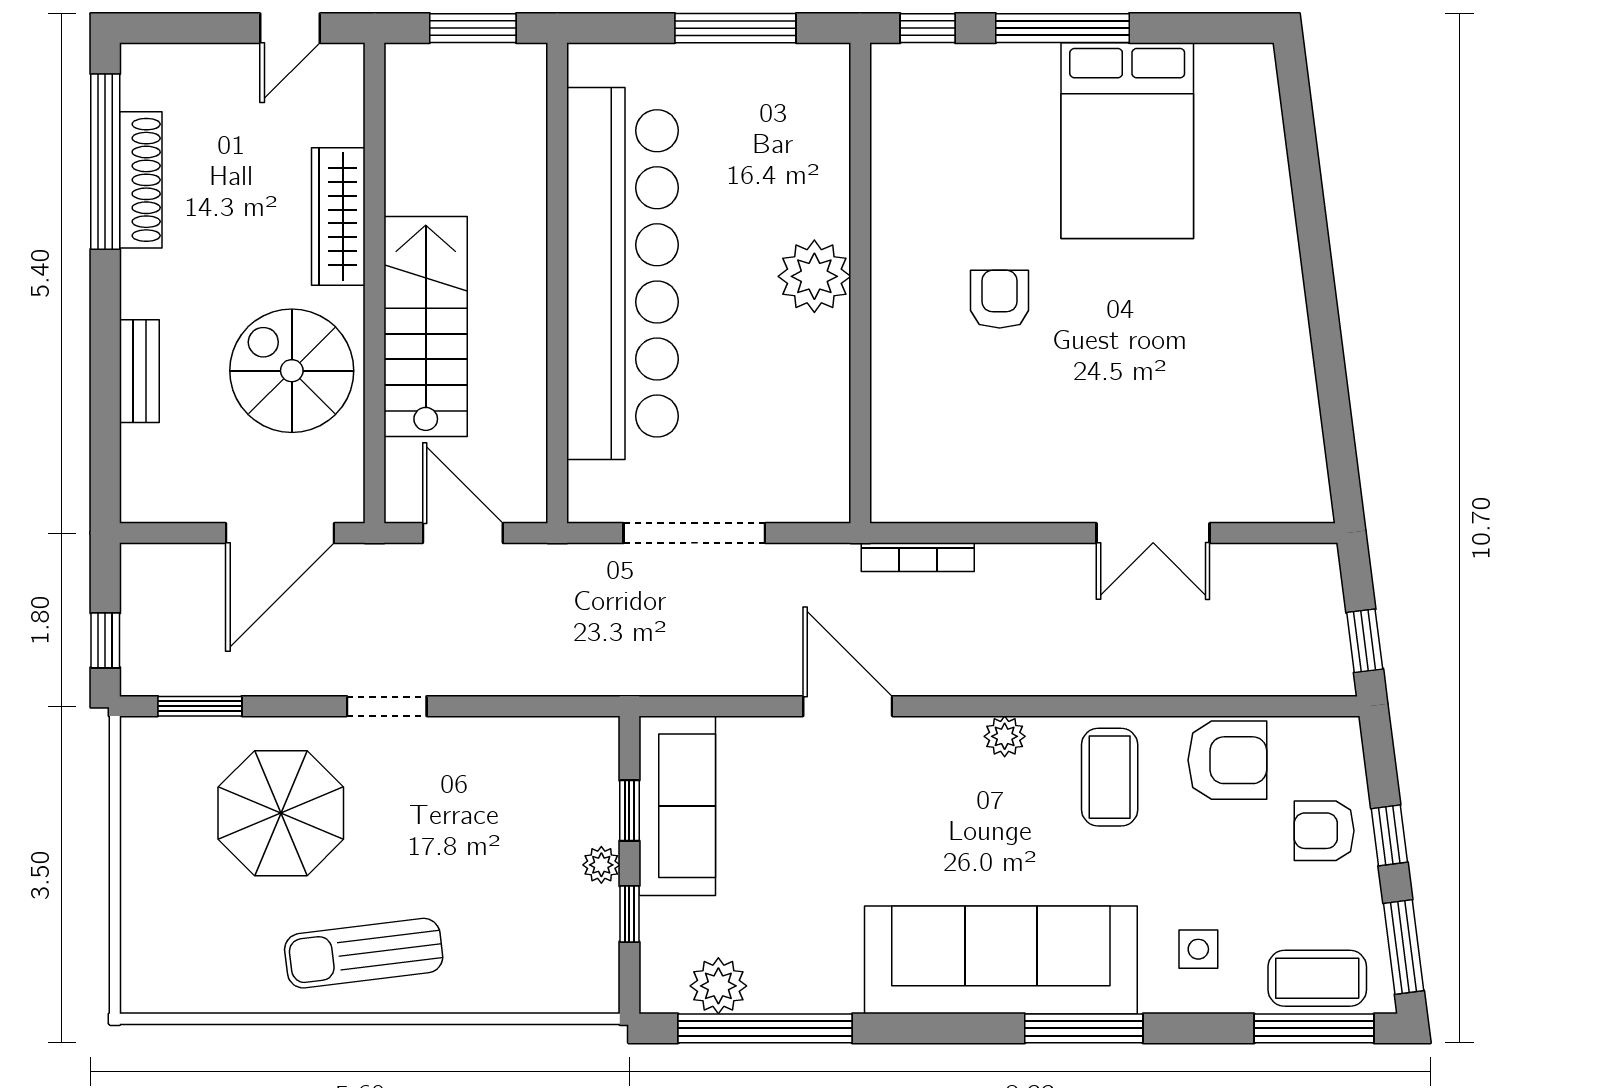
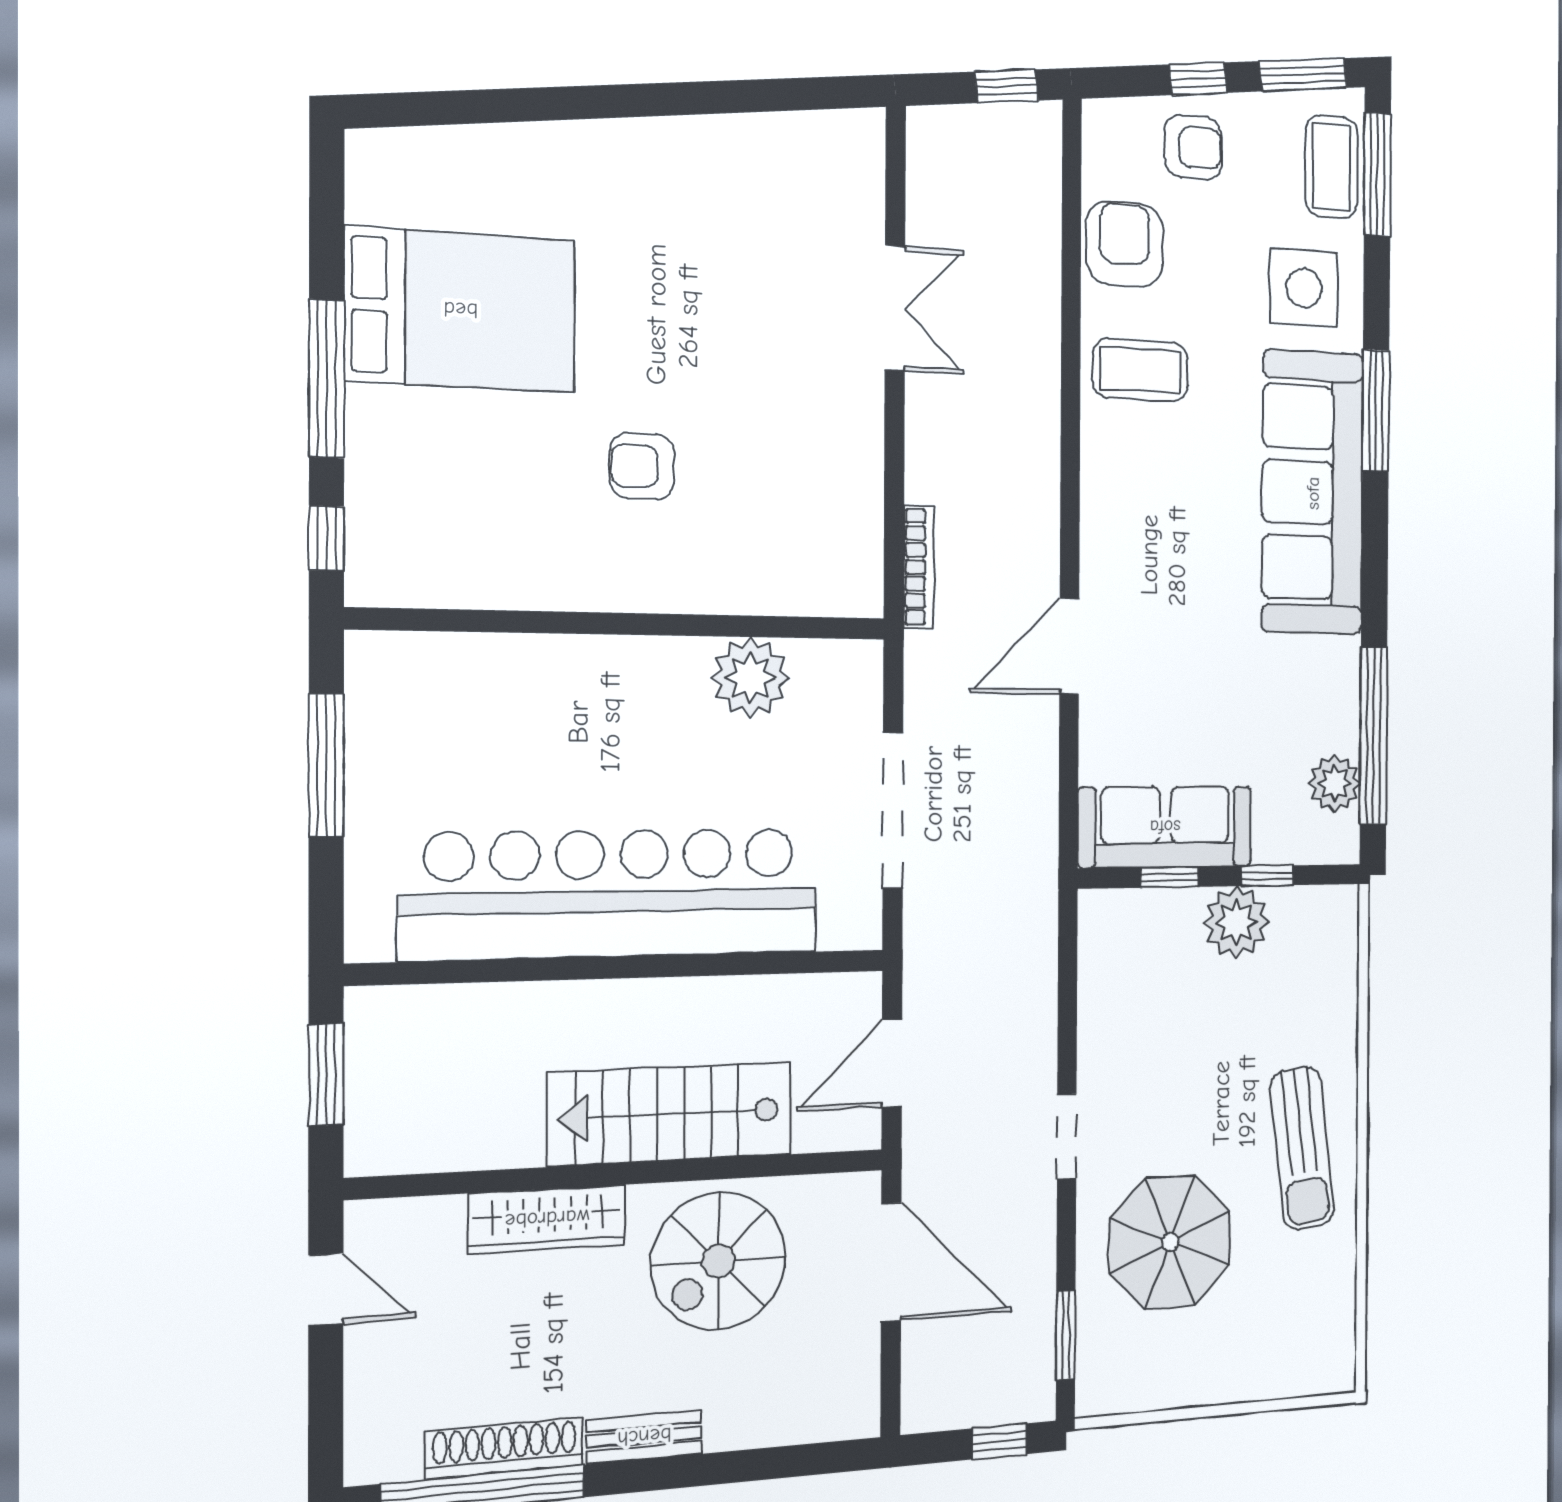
plant: (814, 276) -> (750, 678), moved
bench: (139, 371) -> (644, 1437), moved
plant: (1005, 736) -> (1100, 480), removed
armchair: (1324, 831) -> (1193, 147), turned -90
plant: (601, 865) -> (1236, 922), width x1.88, depth x1.88
side table: (1198, 949) -> (1304, 288), width x1.87, depth x1.87

